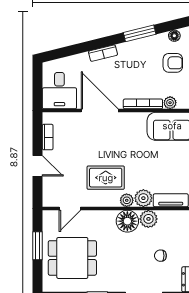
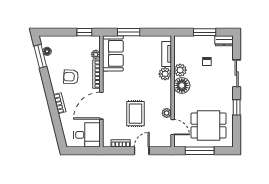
window: (140, 33) -> (40, 56), moved
armchair: (173, 63) -> (71, 77), moved, turned -87
rug: (106, 178) -> (135, 114), moved
plant: (127, 200) -> (167, 113), moved
window: (38, 246) -> (200, 151), width x1.44
dining table: (72, 258) -> (208, 125), turned 90

